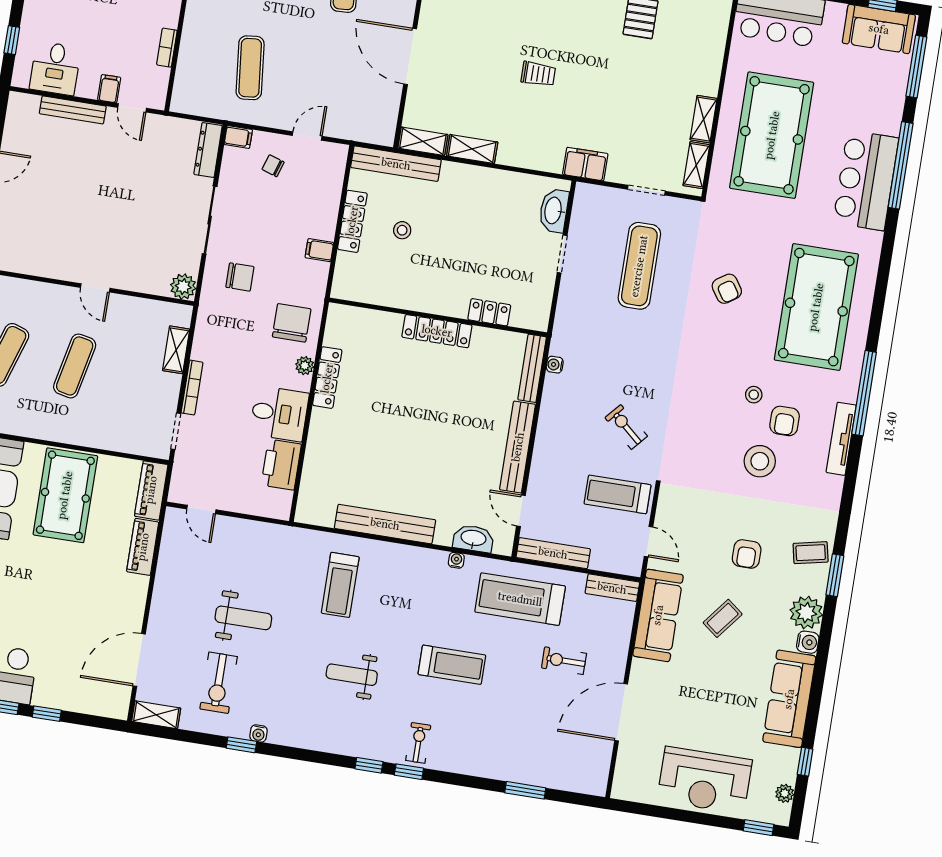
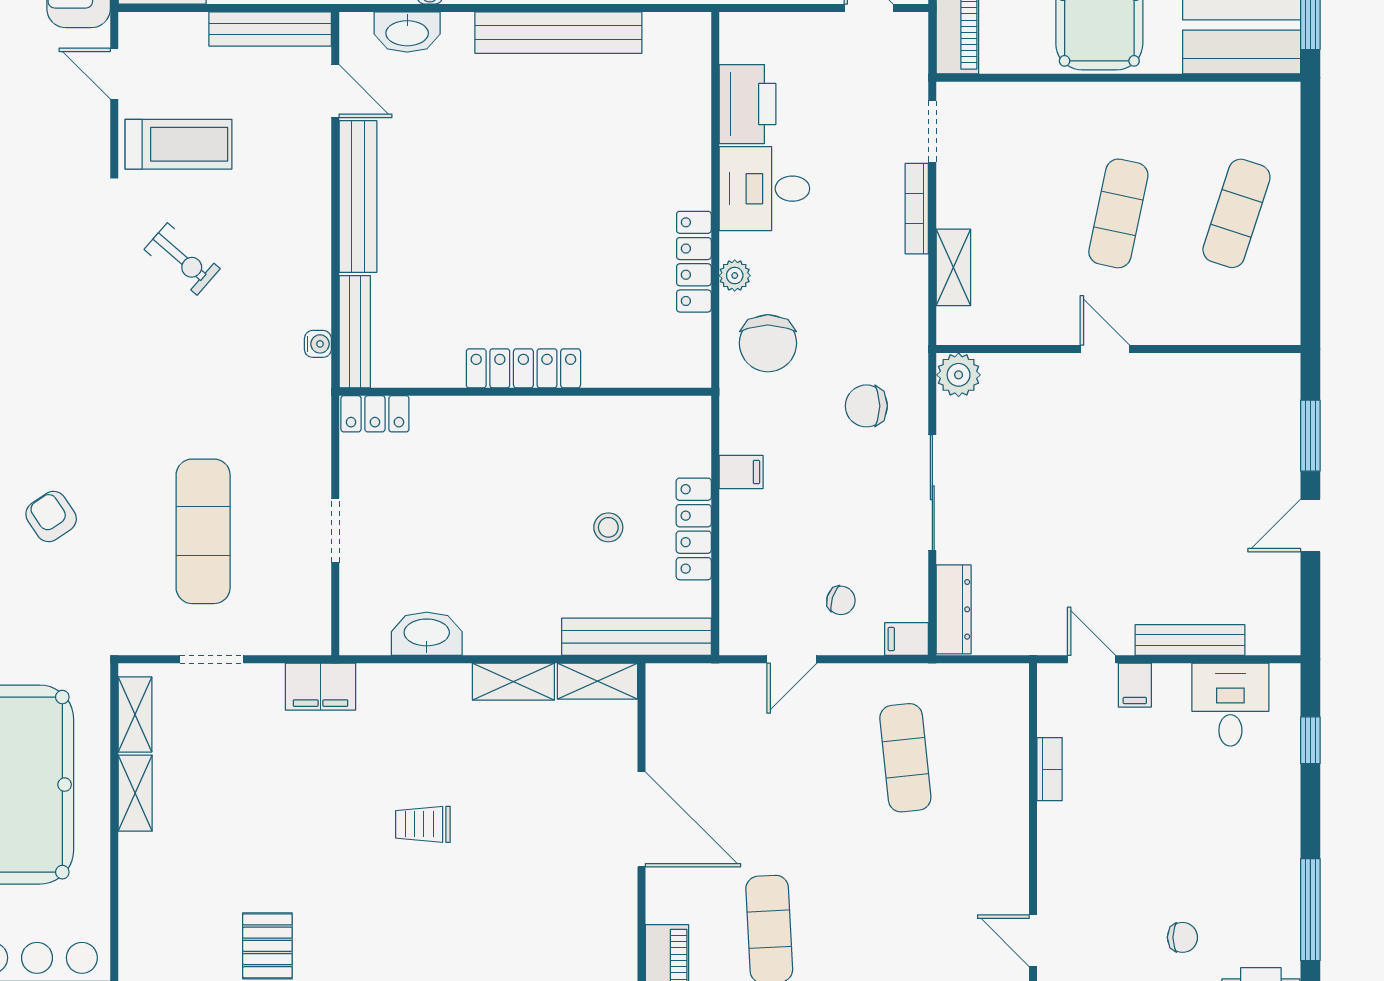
washbasin: (554, 211) -> (427, 634), moved, turned -90
locker: (489, 312) -> (375, 414), moved

